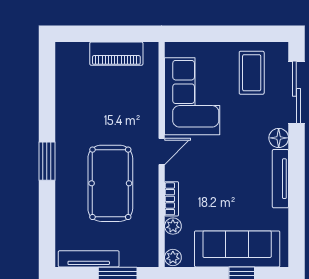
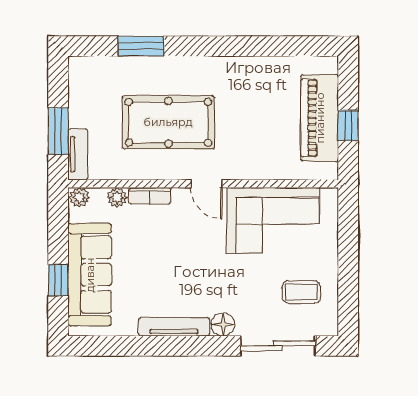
window: (113, 34) -> (348, 126), added
piano: (116, 54) -> (320, 118), width x1.37, depth x1.33
coffee table: (252, 73) -> (301, 292), width x0.73, depth x0.77
window: (47, 161) -> (141, 46), moved
tv unit: (89, 259) -> (78, 154), moved, width x0.71

